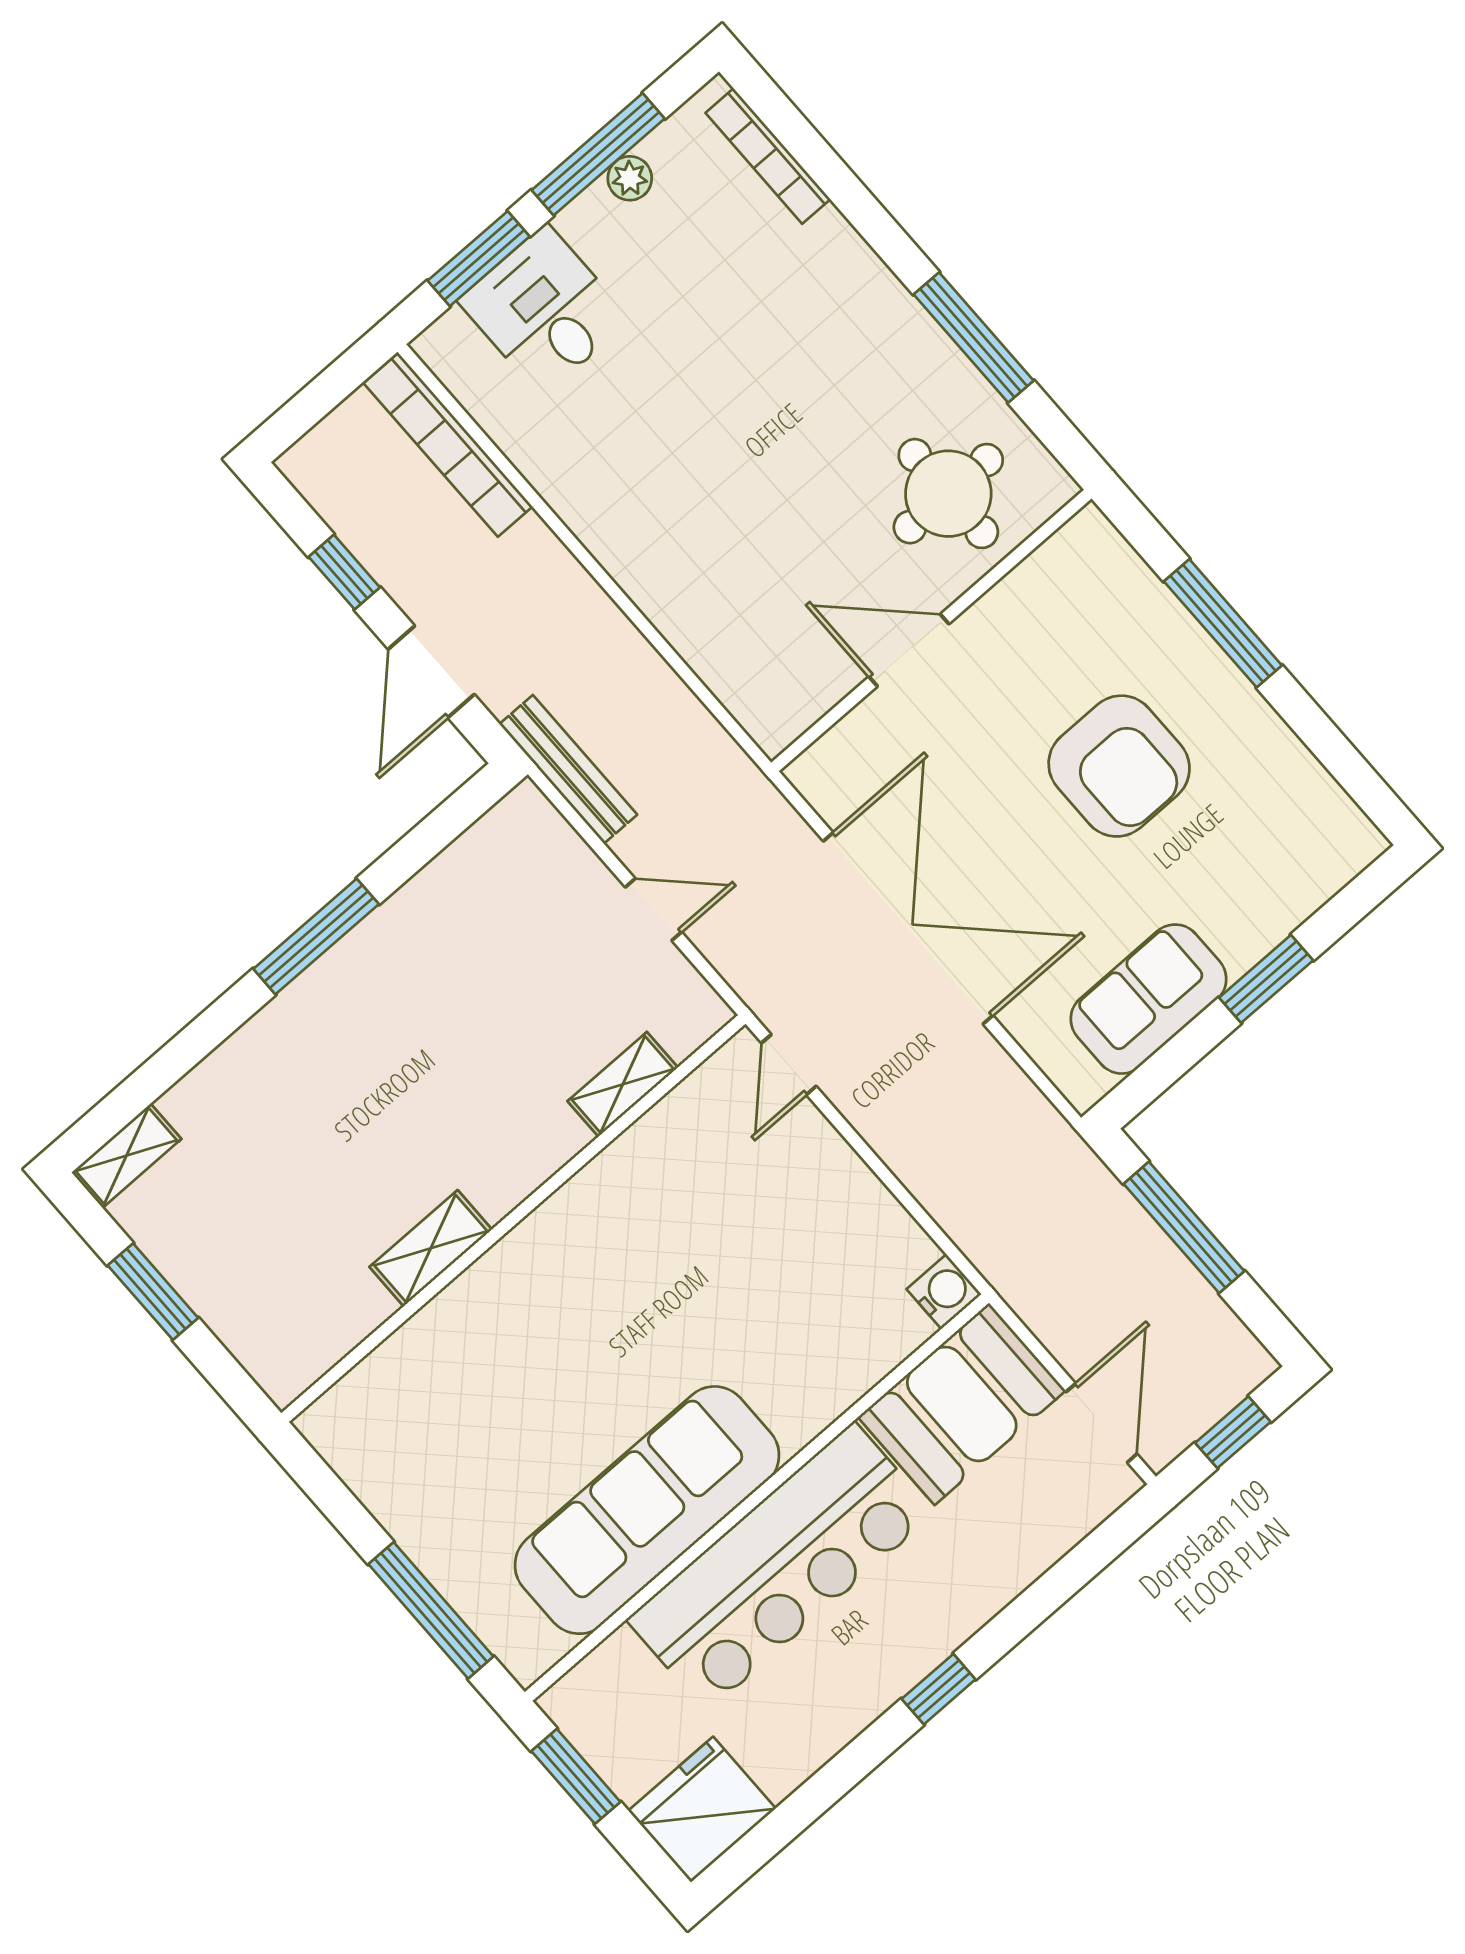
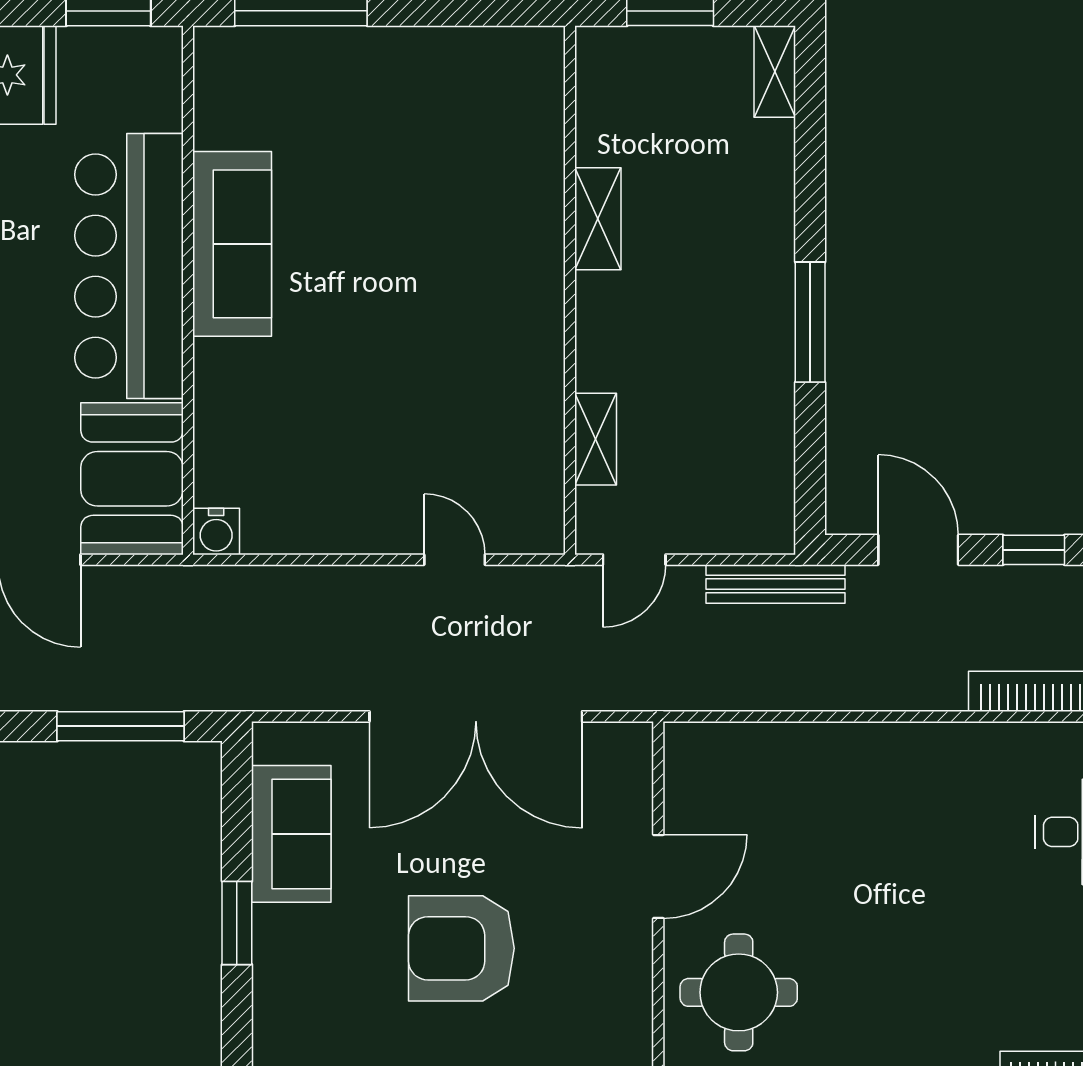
shelving: (623, 1084) -> (596, 439), moved
wall: (514, 1218) -> (570, 290), moved
shelving: (431, 1248) -> (598, 219), moved
sofa: (647, 1510) -> (232, 244), width x0.74, depth x0.79

